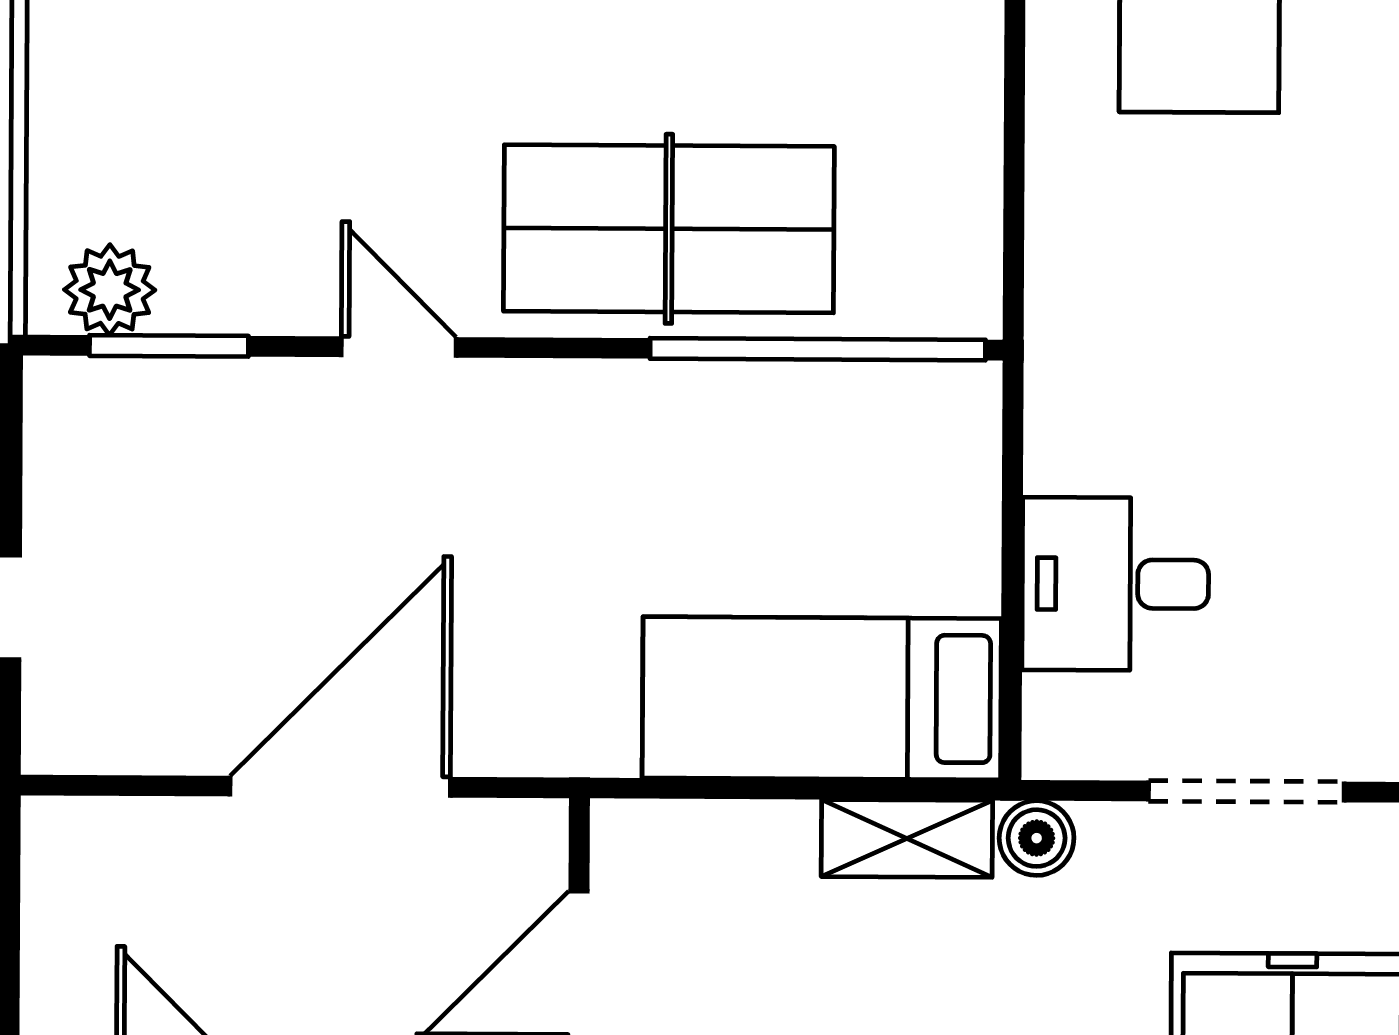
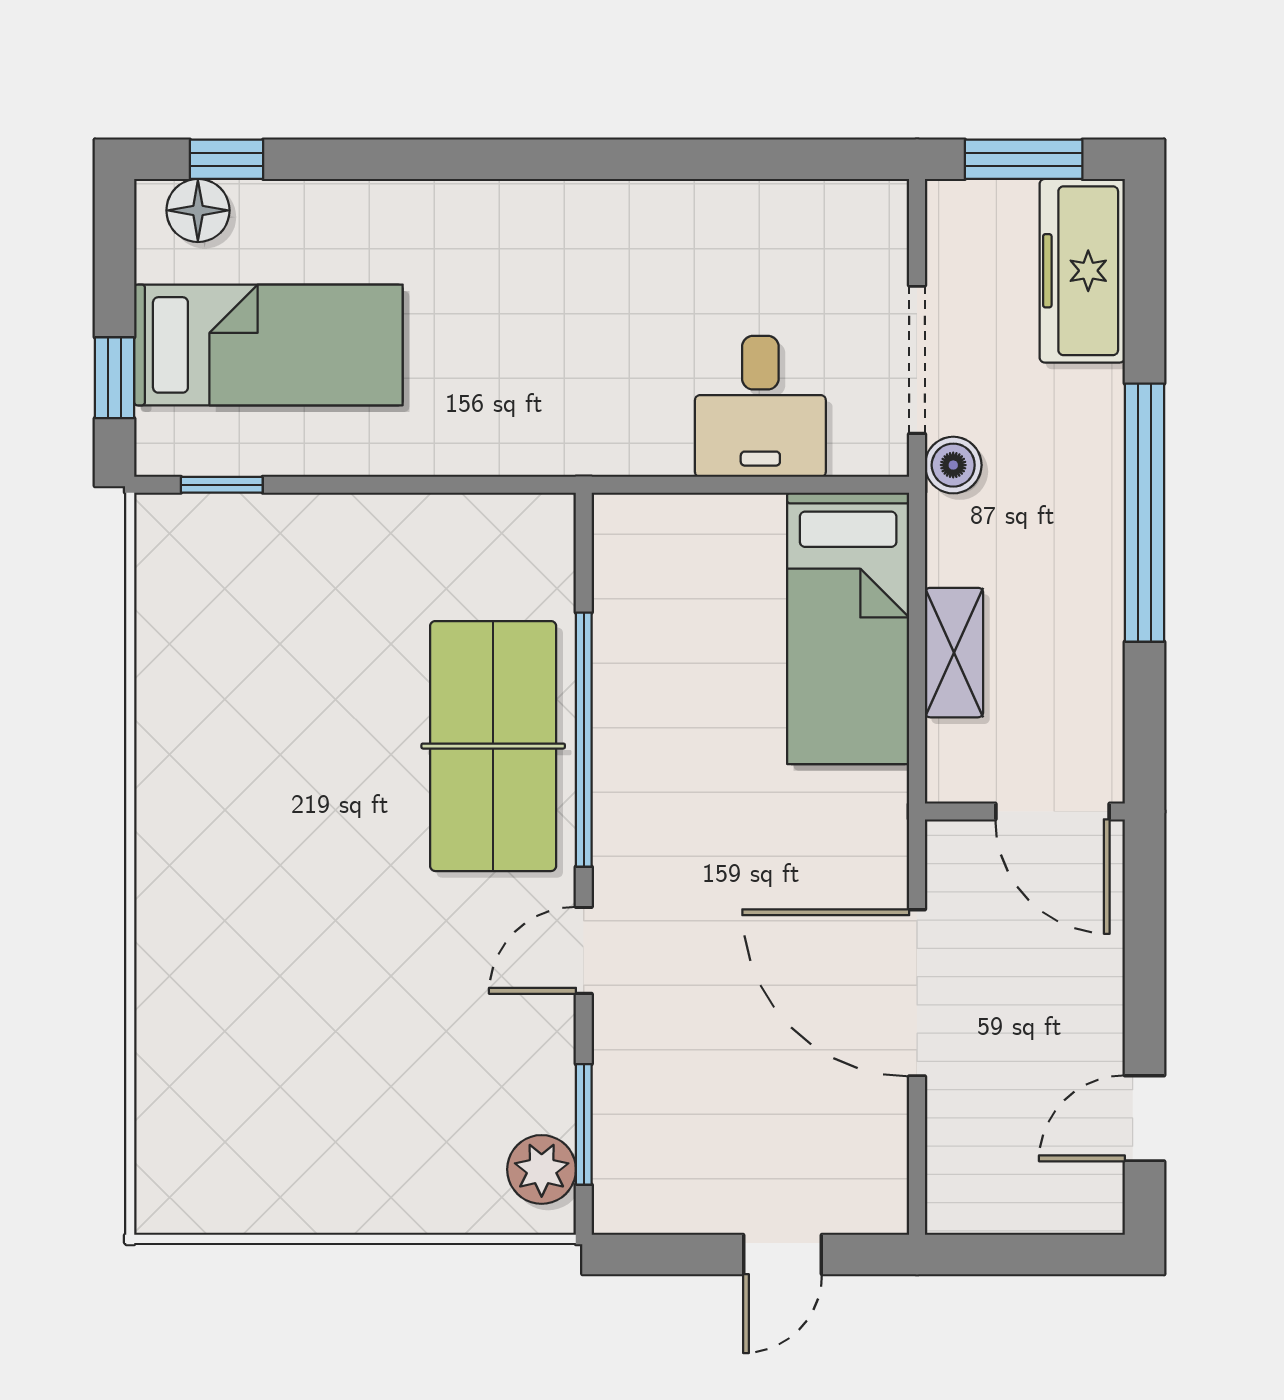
window: (818, 349) -> (584, 740), moved
doorway: (1246, 791) -> (917, 360), moved
shelving: (907, 838) -> (954, 653), moved

